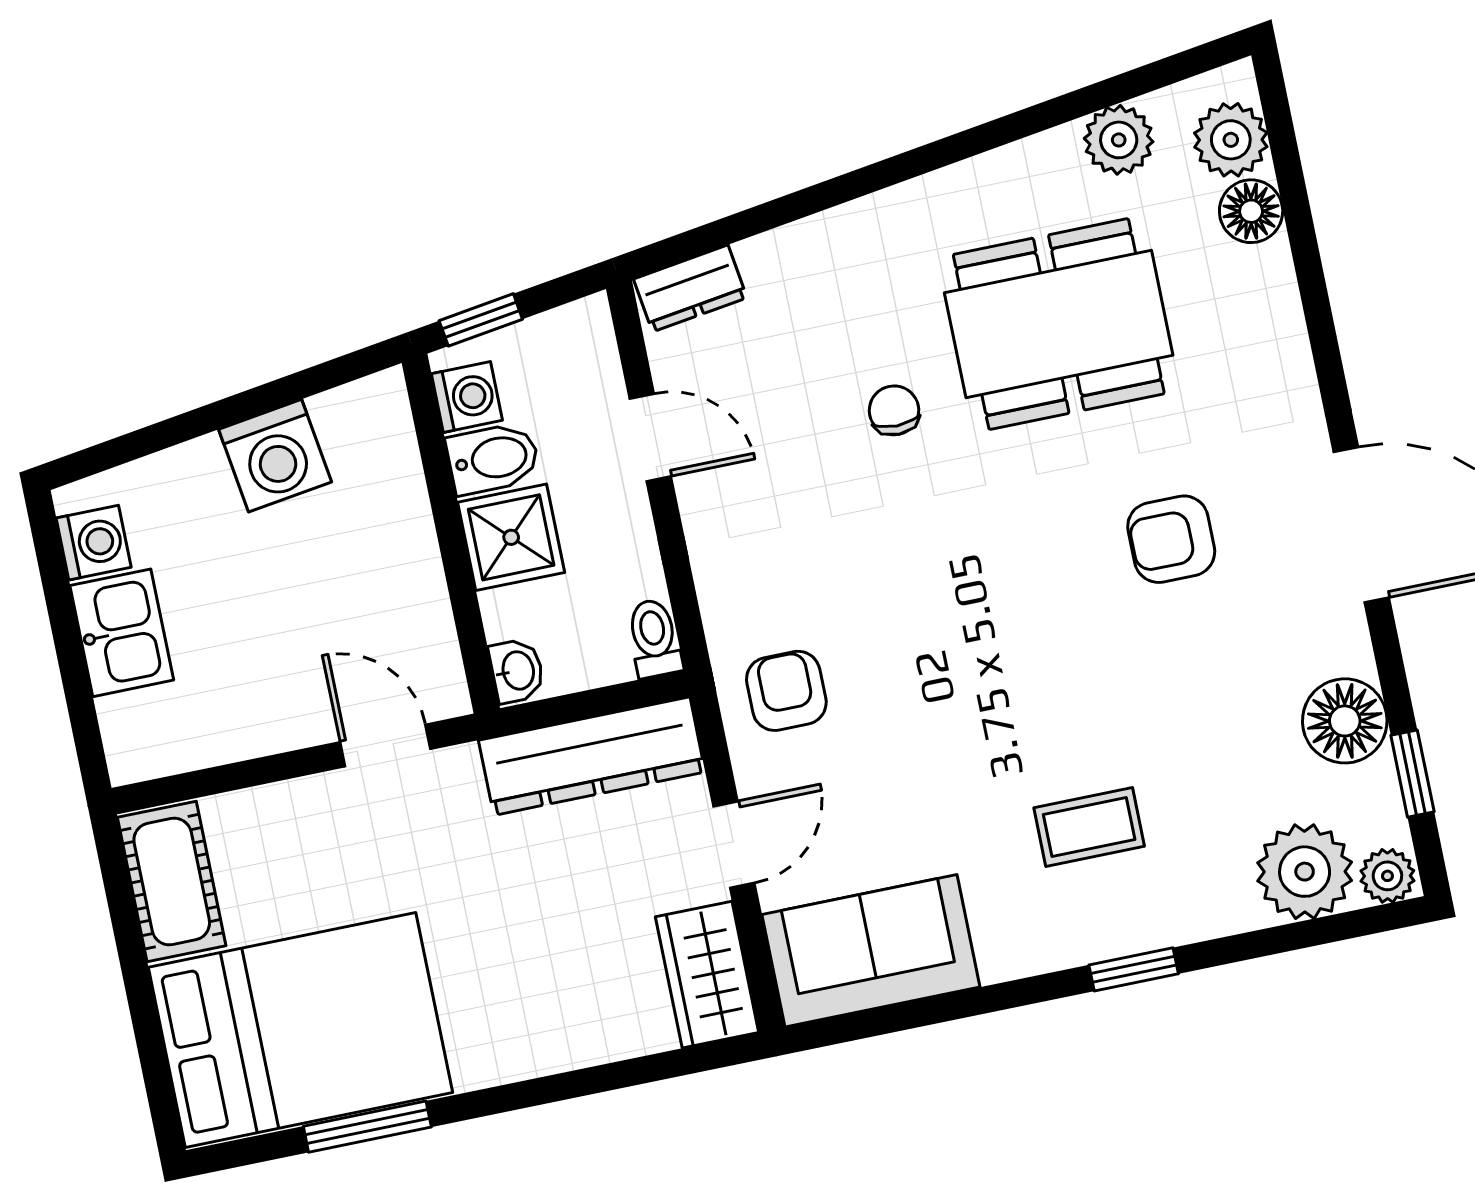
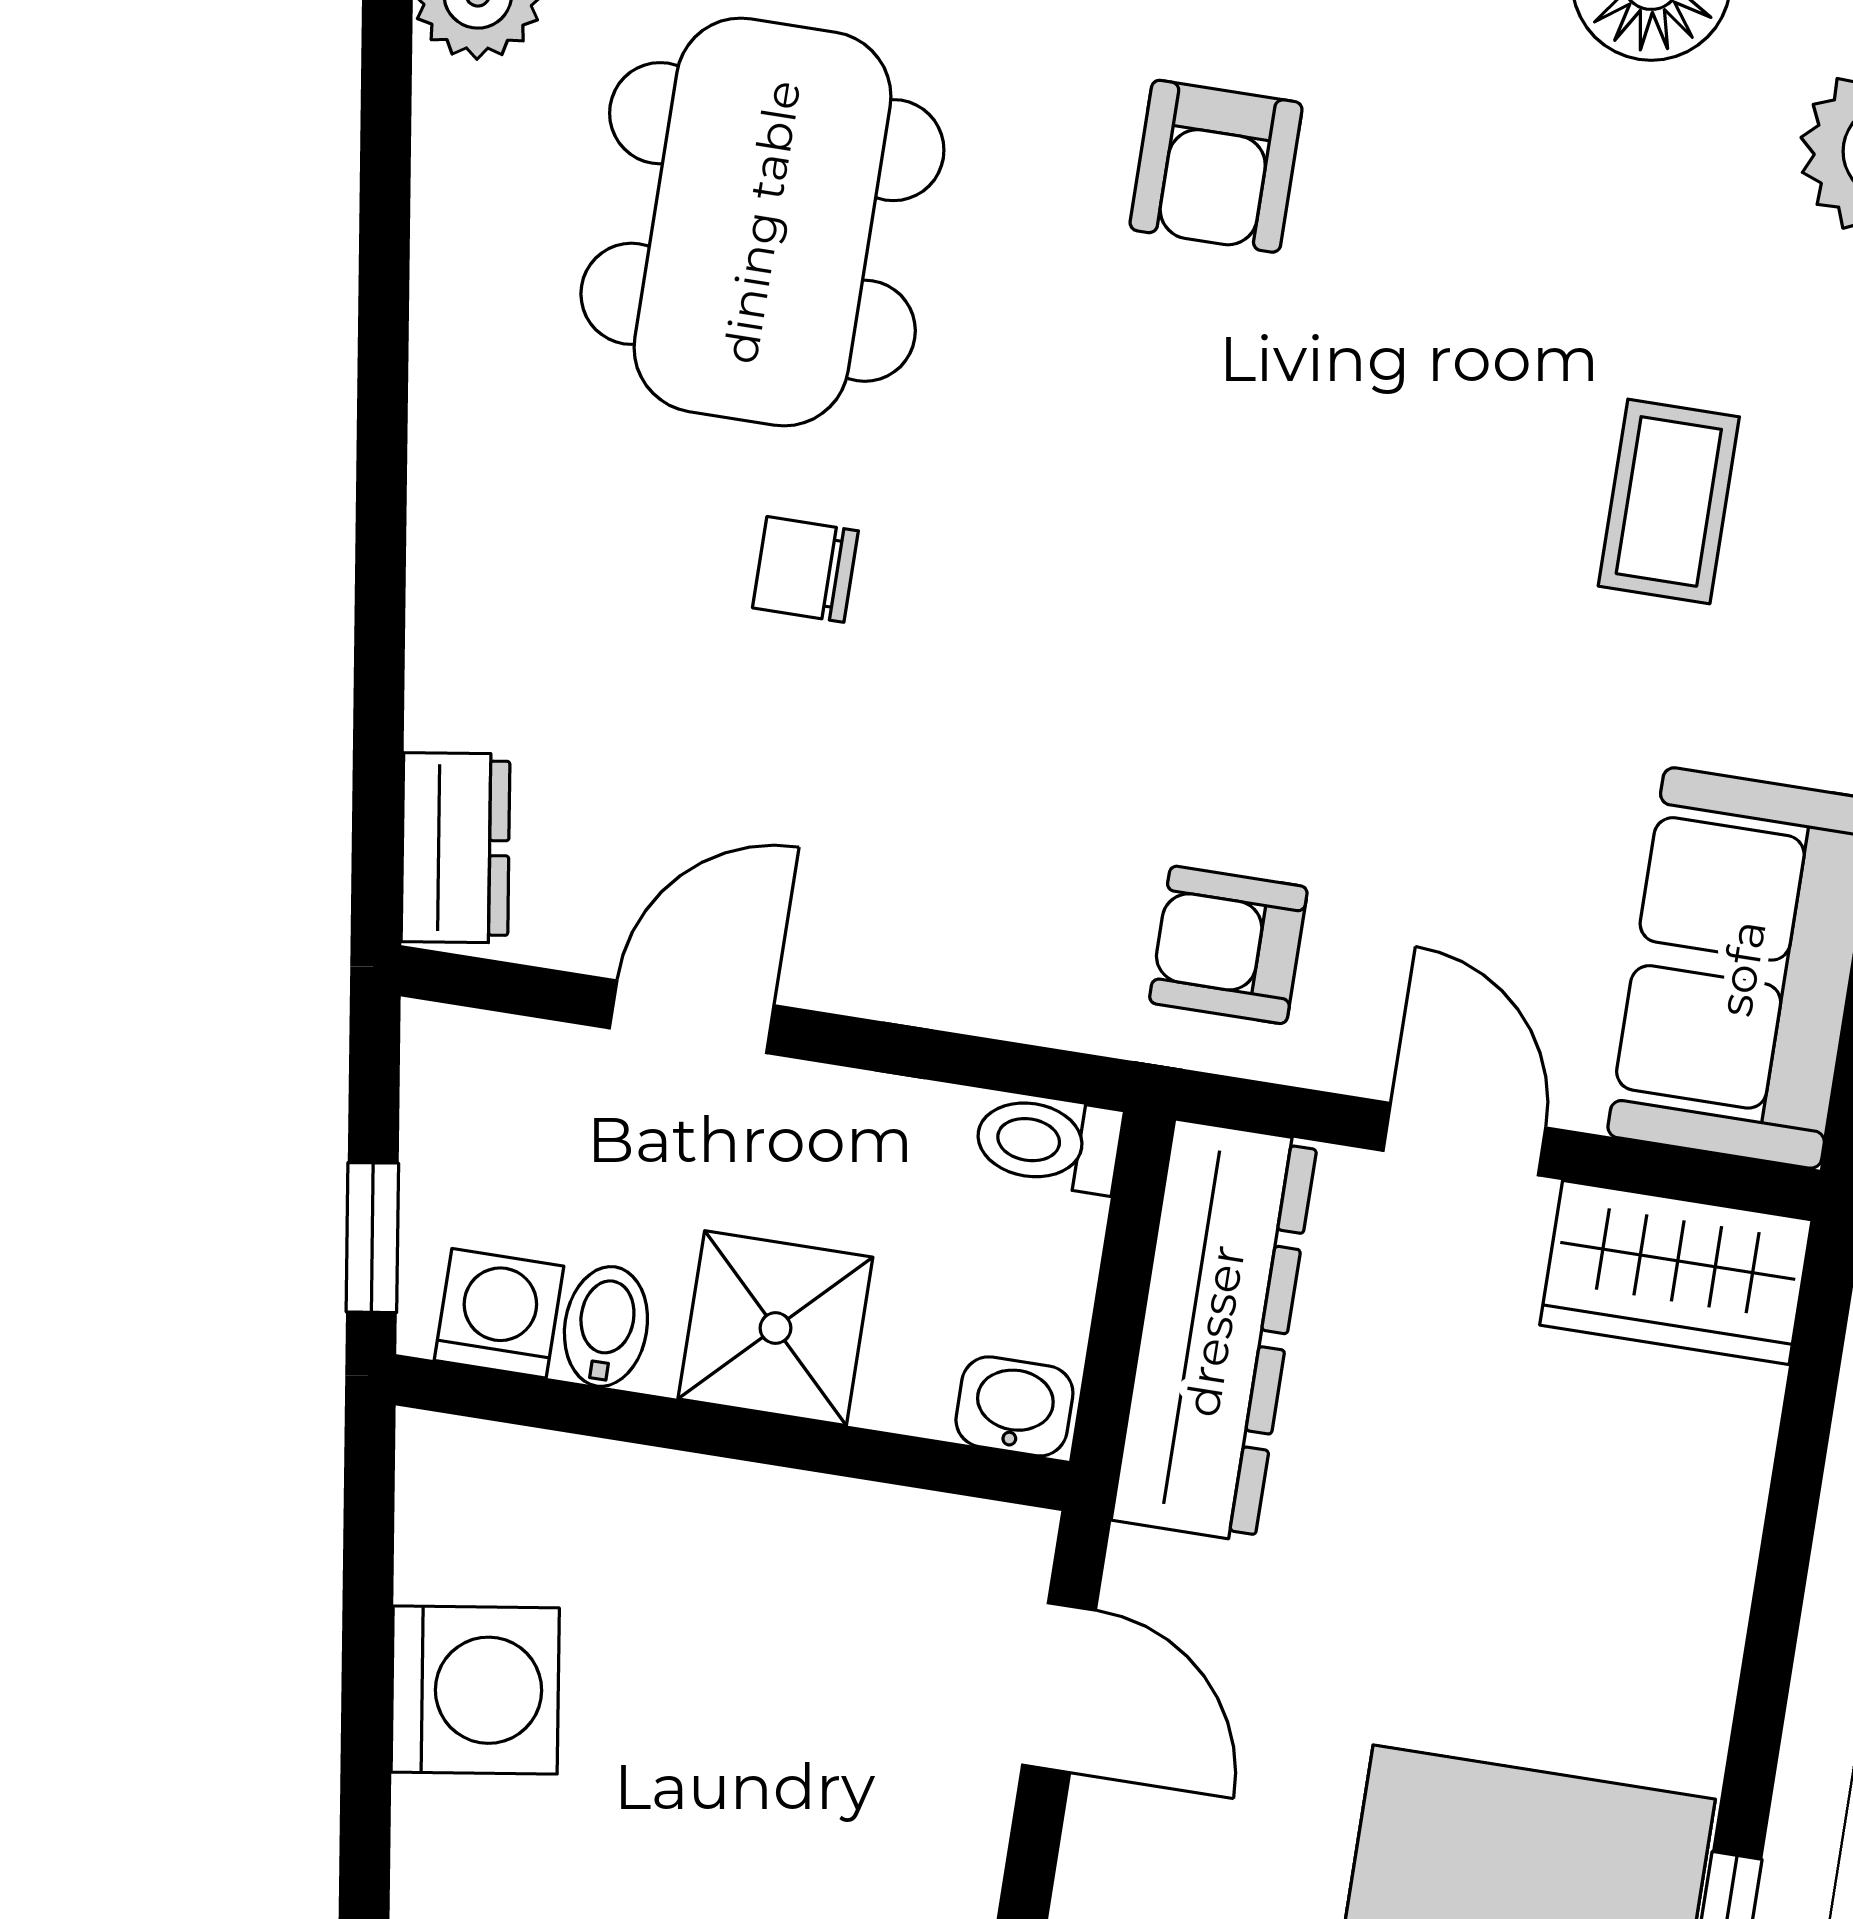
bidet: (493, 459) -> (606, 1326), width x0.72, depth x0.74
door: (385, 745) -> (1059, 1688), swing flipped

